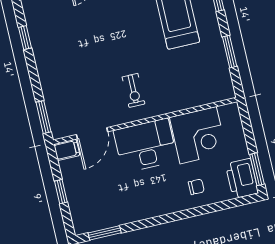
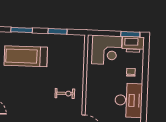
corner desk: (198, 135) -> (107, 50), moved, turned 90
desk: (145, 146) -> (129, 100), moved, turned 180

